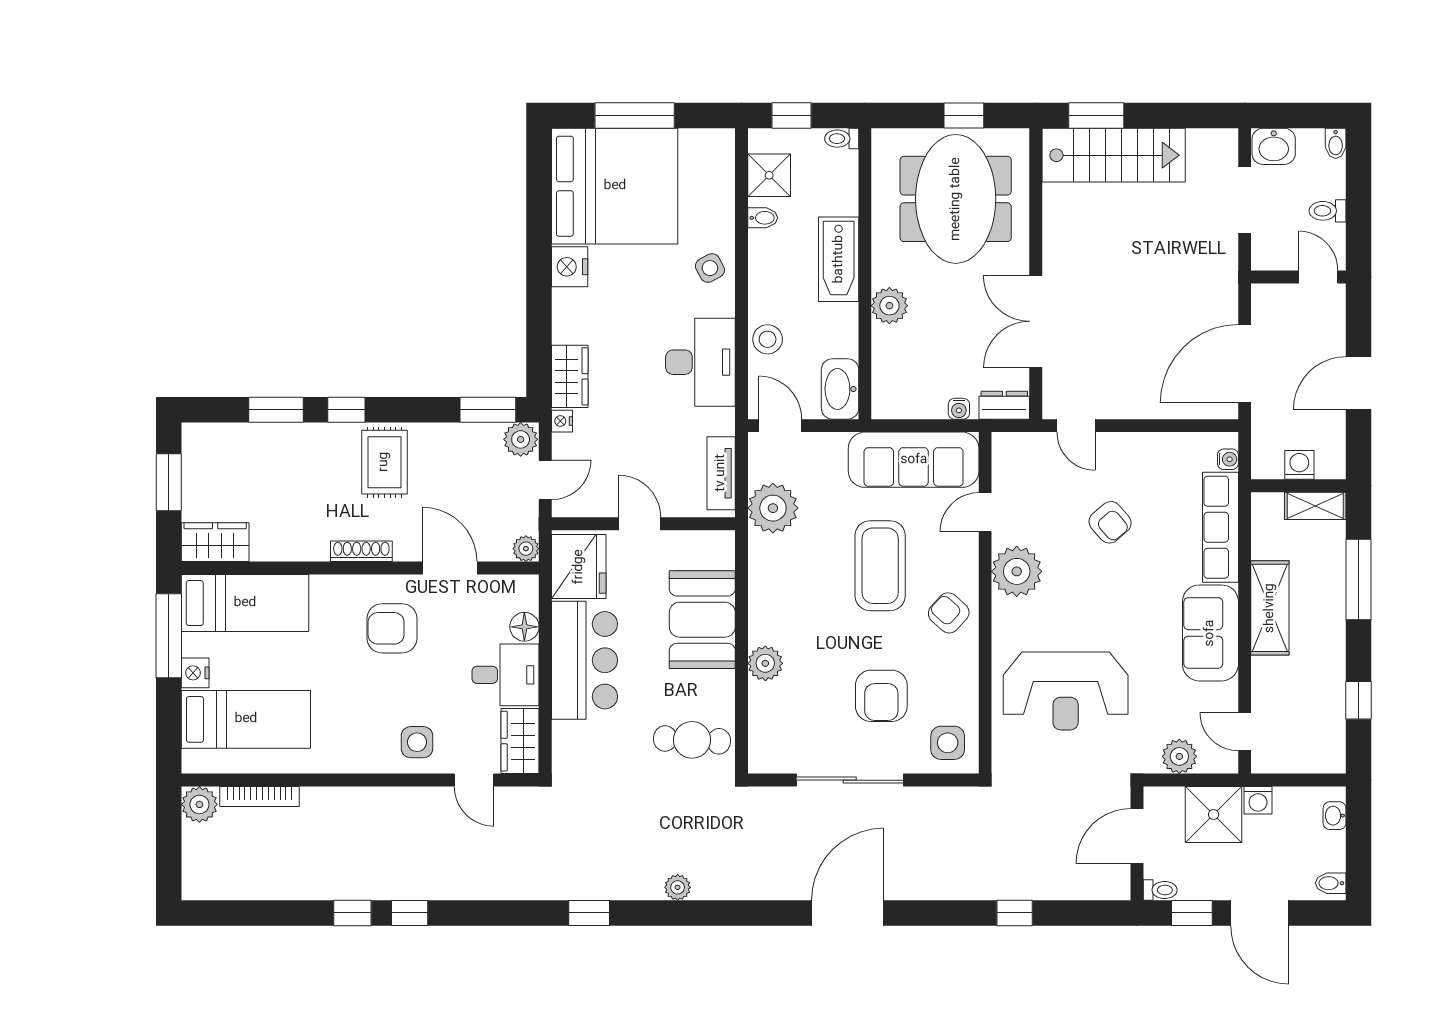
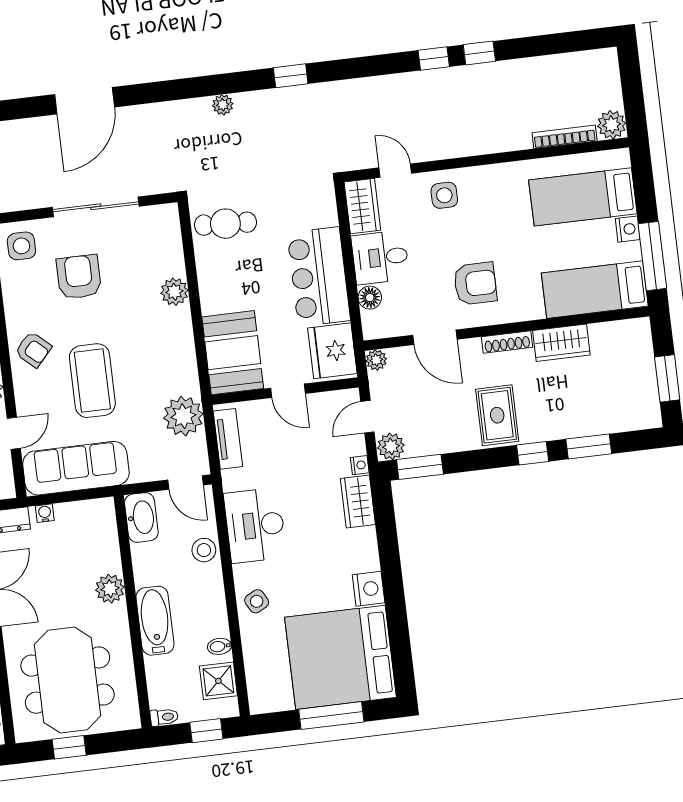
wardrobe: (215, 542) -> (561, 343), moved
booth: (702, 620) -> (233, 353), moved

